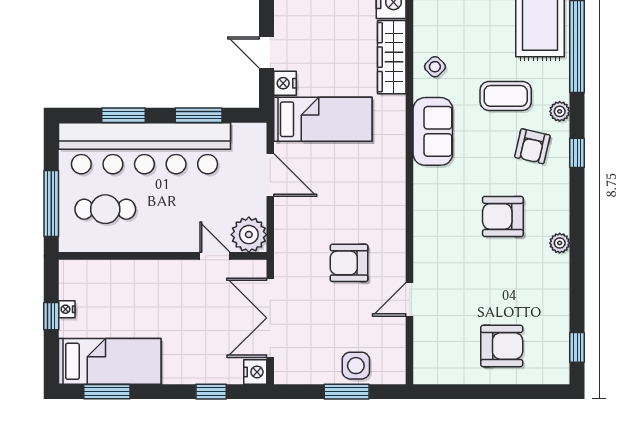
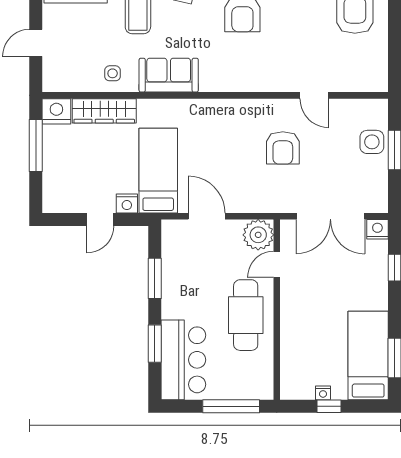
side table: (435, 67) -> (113, 73), turned 45
bar counter: (144, 148) -> (183, 360), width x0.54
door: (270, 175) -> (207, 216), hinge flipped
cafe table: (105, 209) -> (246, 315), moved, width x1.37, depth x1.35

